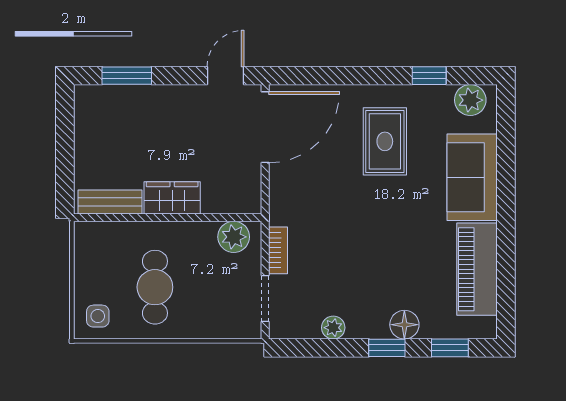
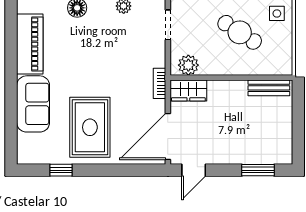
plant: (470, 100) -> (34, 154), removed
rug: (385, 141) -> (90, 127), width x1.36, depth x1.43
wardrobe: (172, 198) -> (188, 90), moved
bookcase: (278, 250) -> (160, 83), moved
cafe table: (155, 287) -> (240, 32), turned -57

